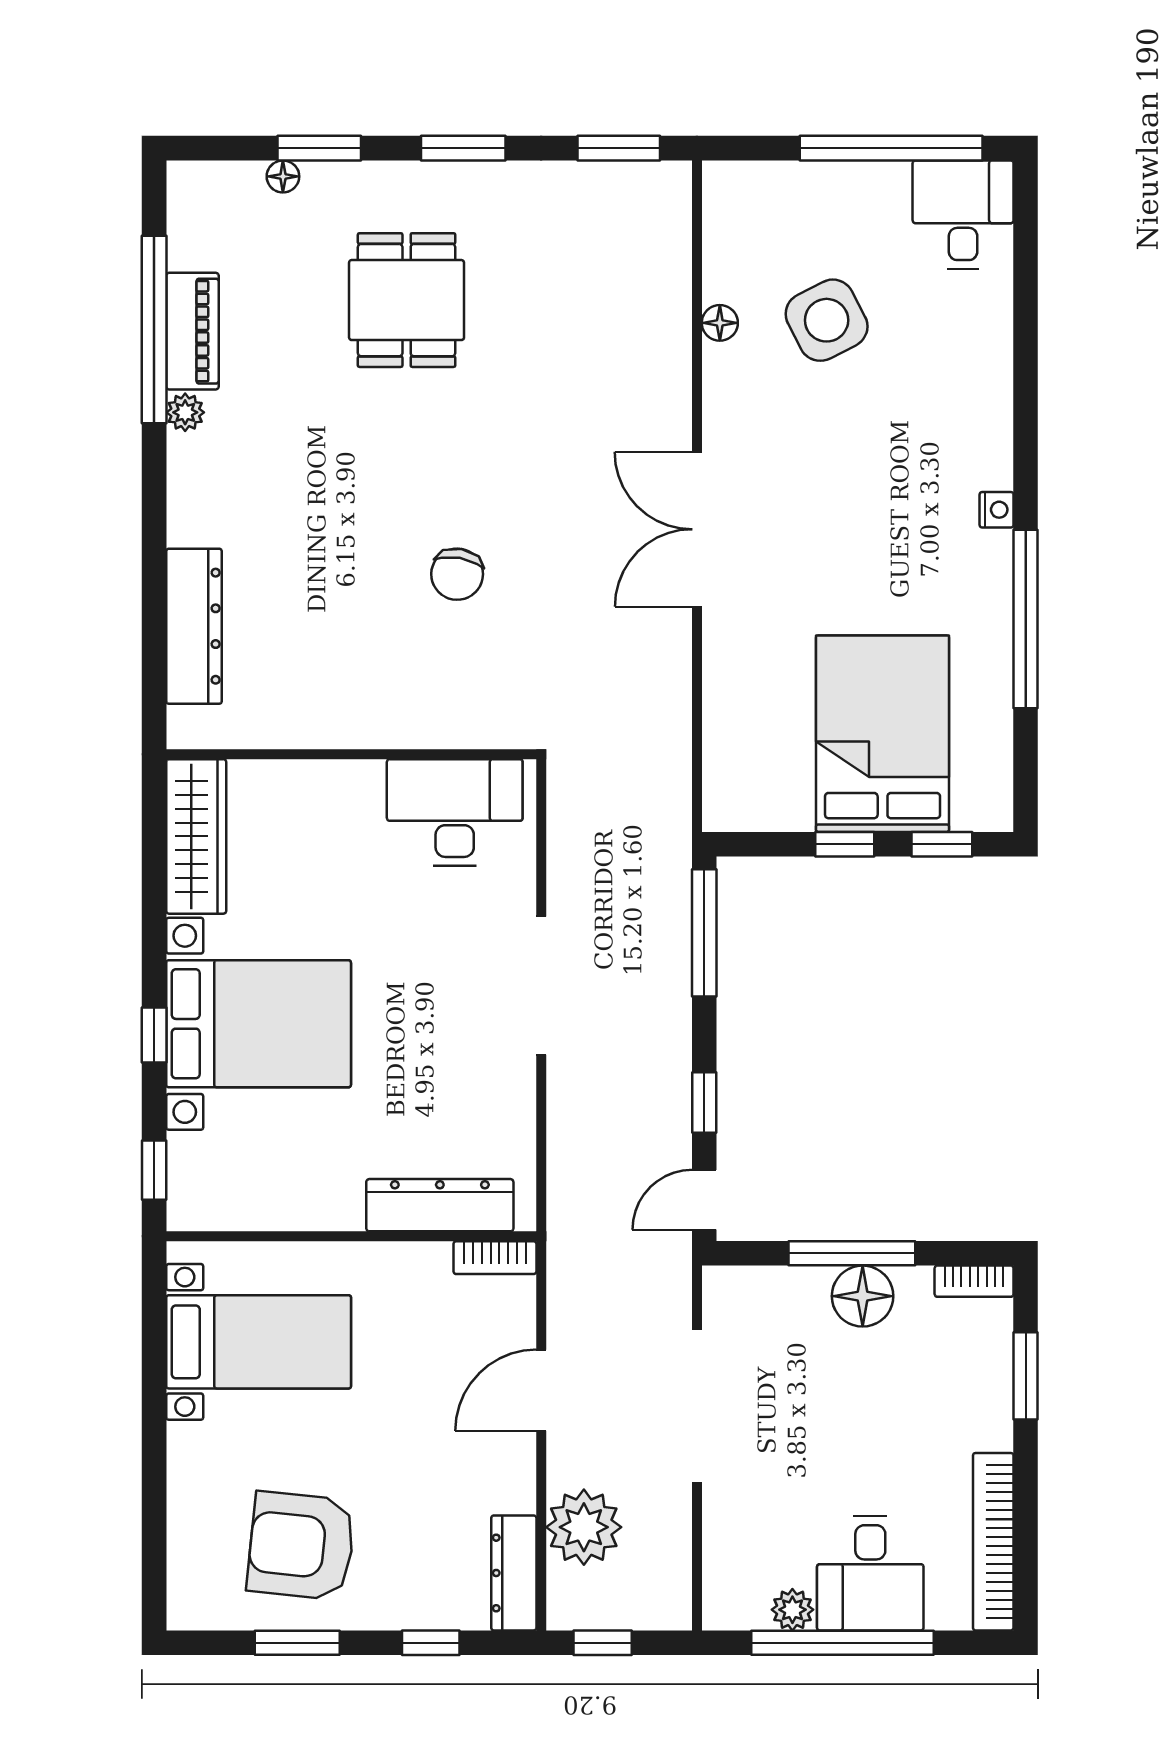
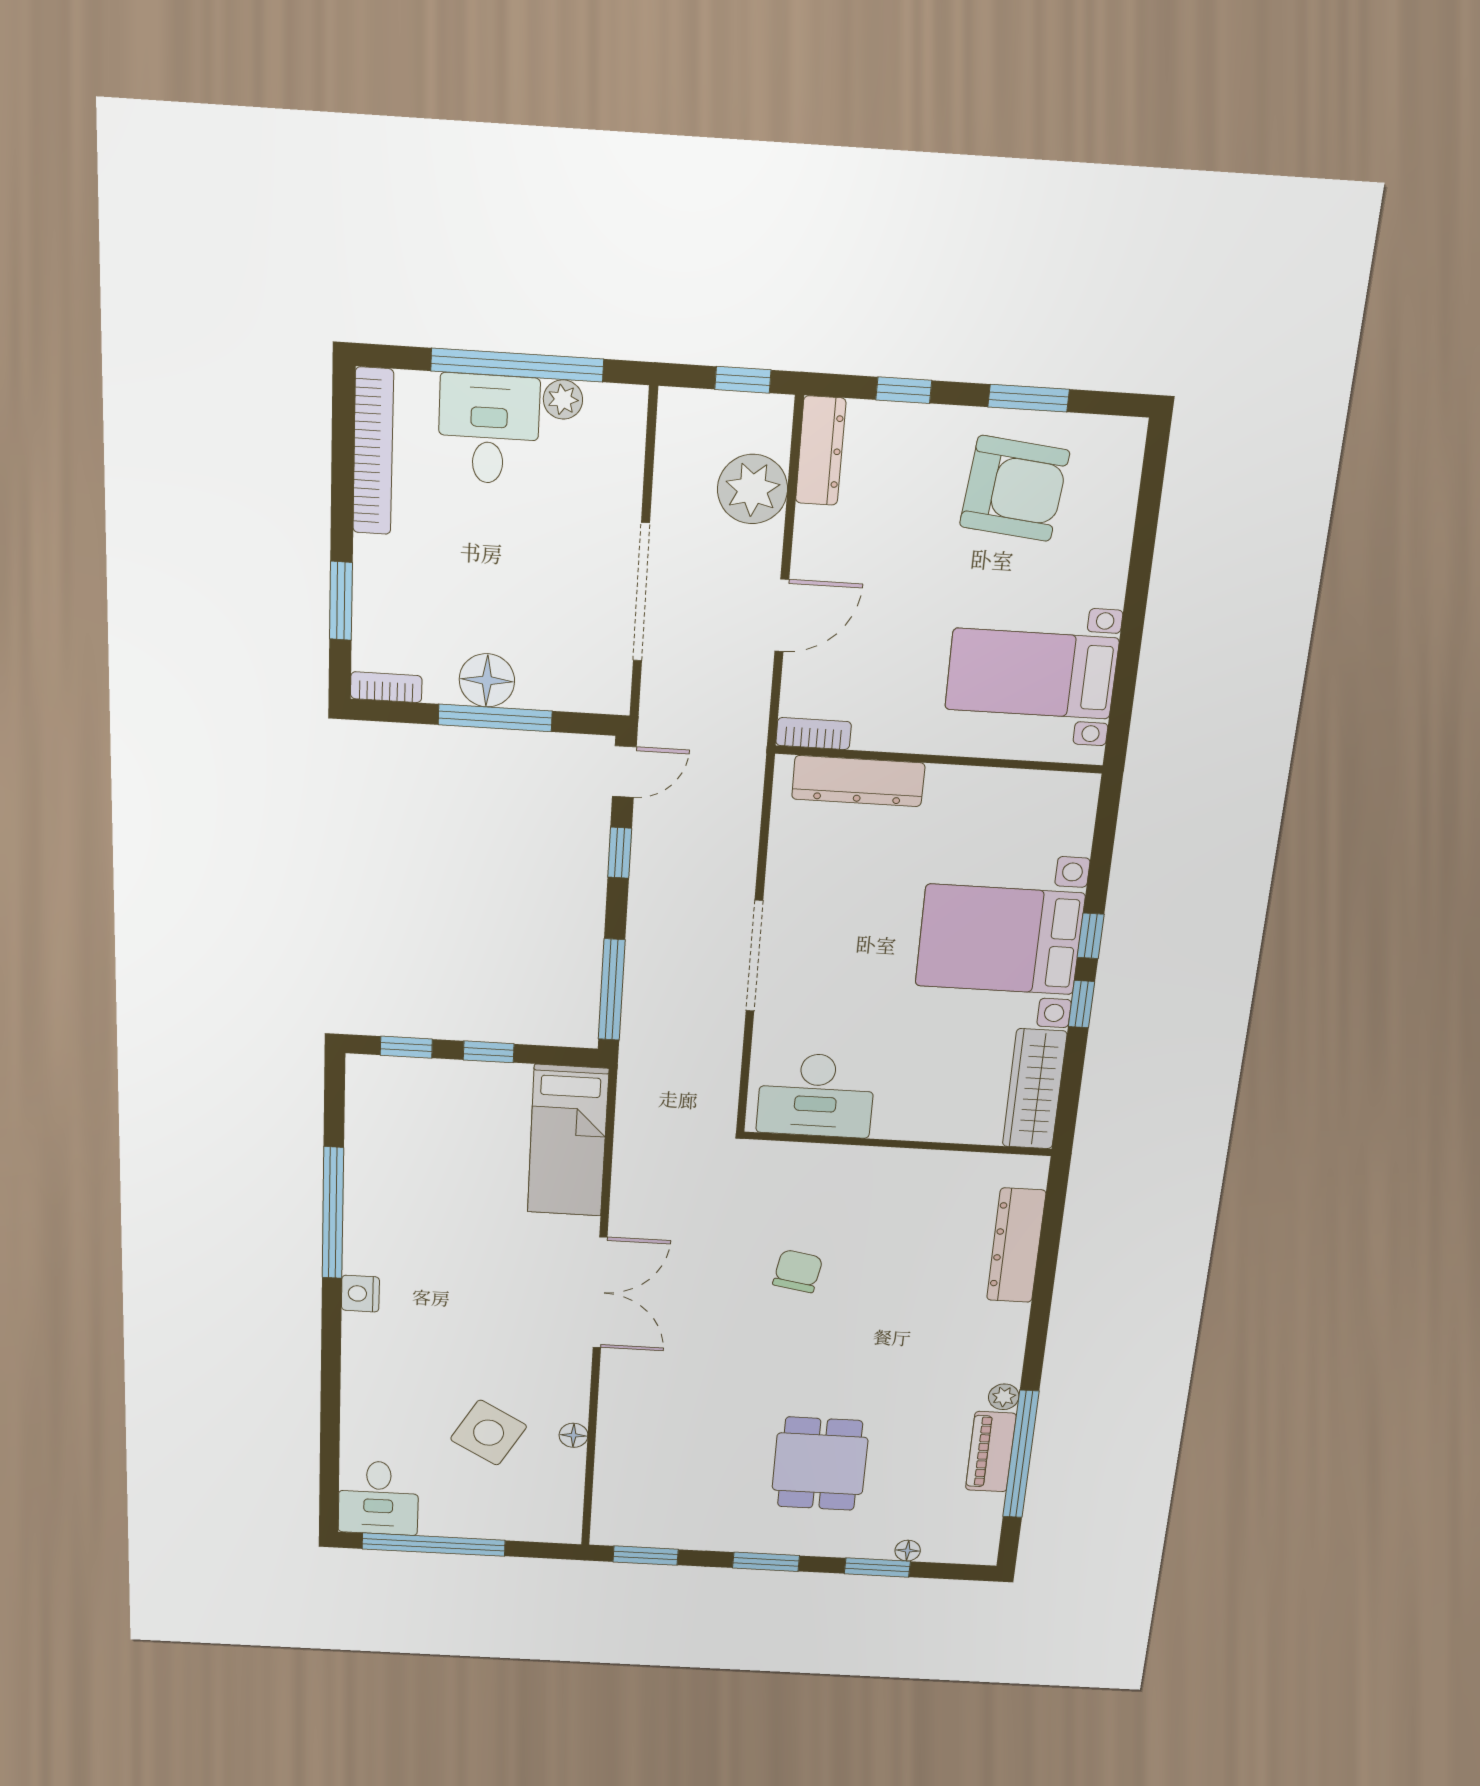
side table: (827, 320) -> (489, 1433), turned -33
nightstand: (997, 510) -> (360, 1294), width x1.39, depth x1.35
bed: (883, 734) -> (568, 1141), moved, width x0.67
window: (154, 1170) -> (1081, 1004), moved

